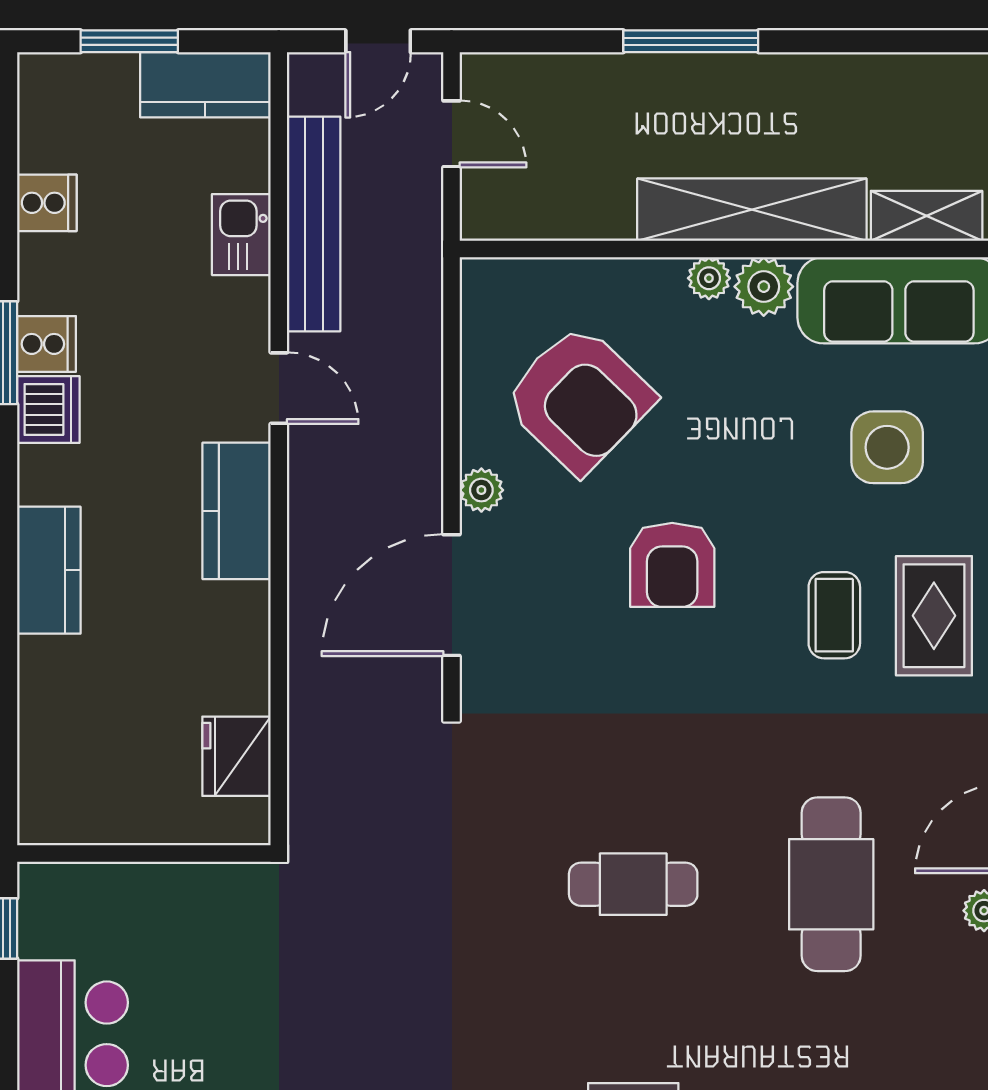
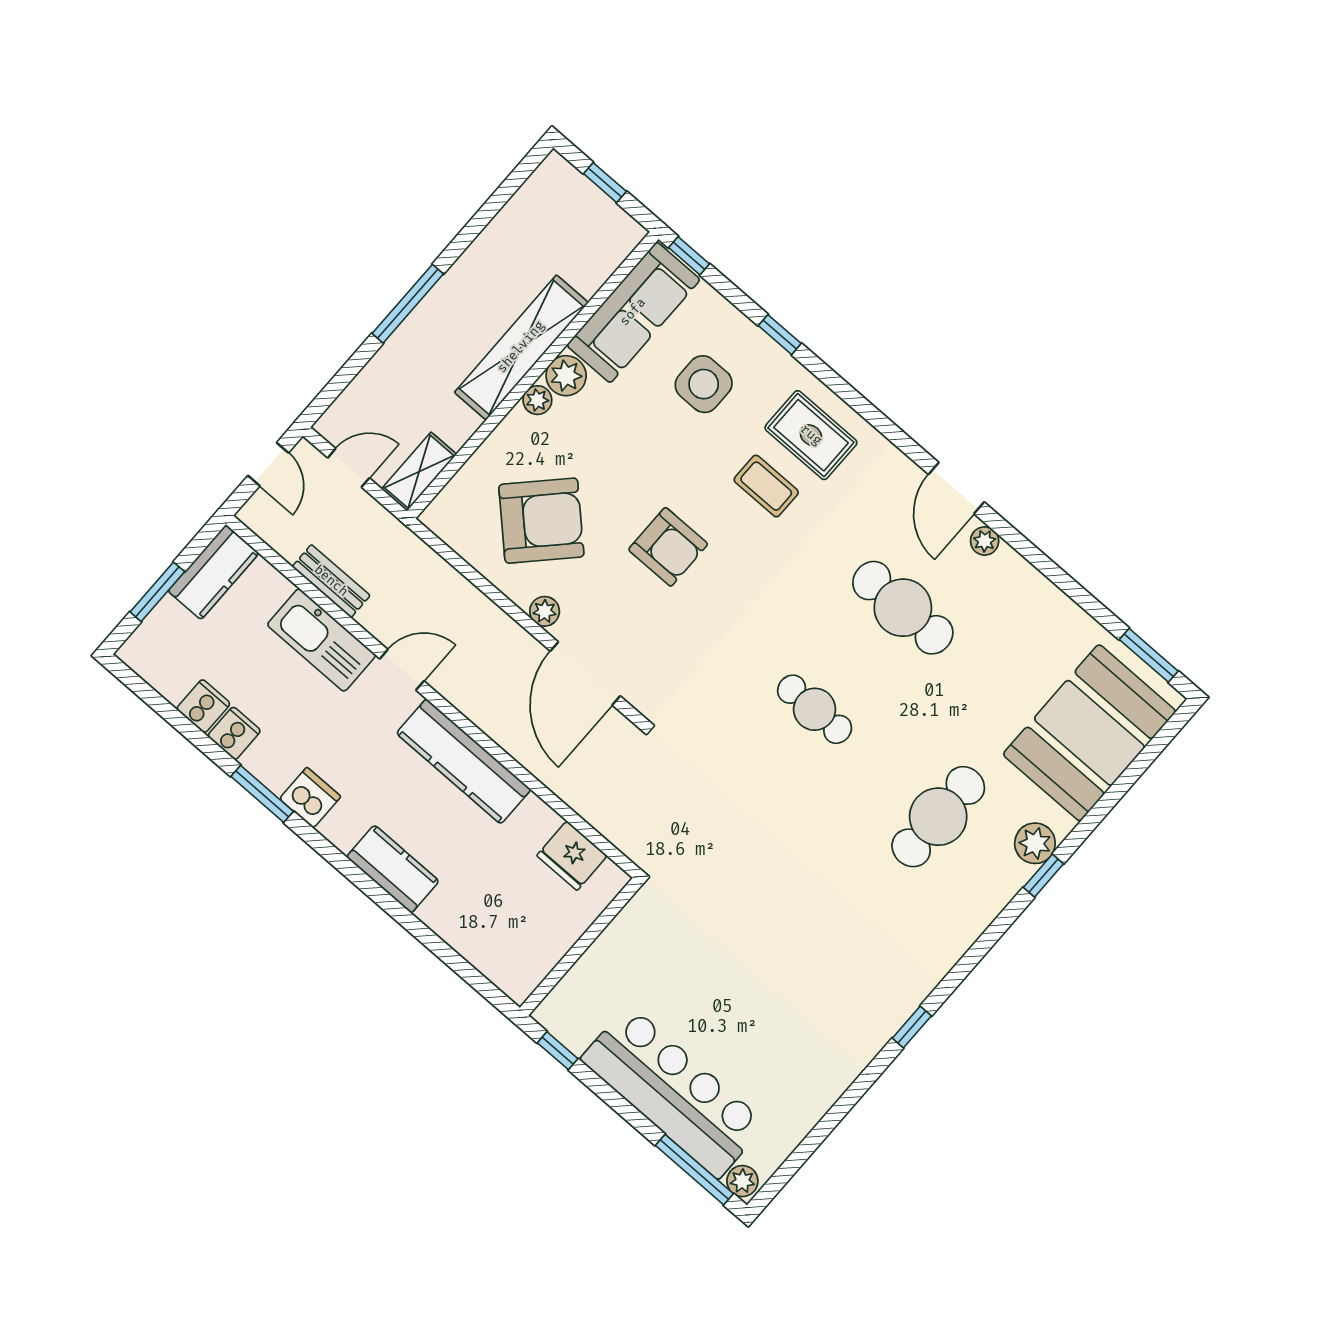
shelving: (927, 216) -> (419, 472), moved
bench: (314, 224) -> (331, 581), width x0.54, depth x0.82
kitchen sink: (241, 235) -> (321, 640), width x1.88, depth x1.24
cooker: (46, 344) -> (234, 733), moved
kitchen counter: (237, 511) -> (464, 761), width x1.50
cafe table: (633, 884) -> (815, 709), turned 90

